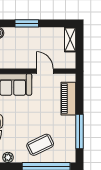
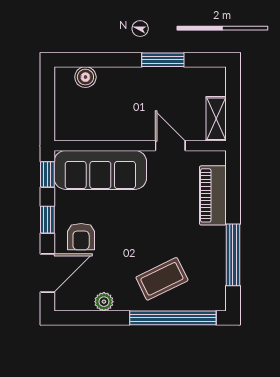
window: (27, 23) -> (163, 60), moved
shelving: (70, 40) -> (216, 119), moved

